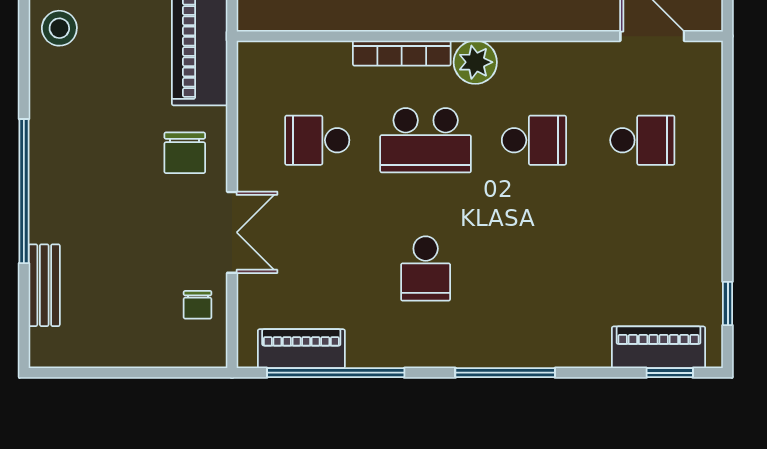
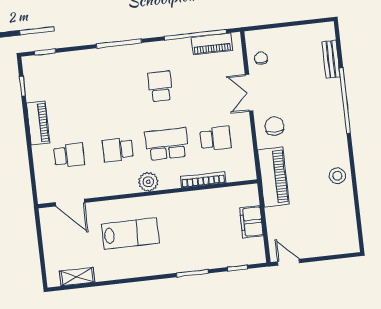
bookcase: (402, 53) -> (203, 180), moved
school desk: (642, 140) -> (69, 155), turned 180
piano: (659, 347) -> (38, 123), moved, turned -90

